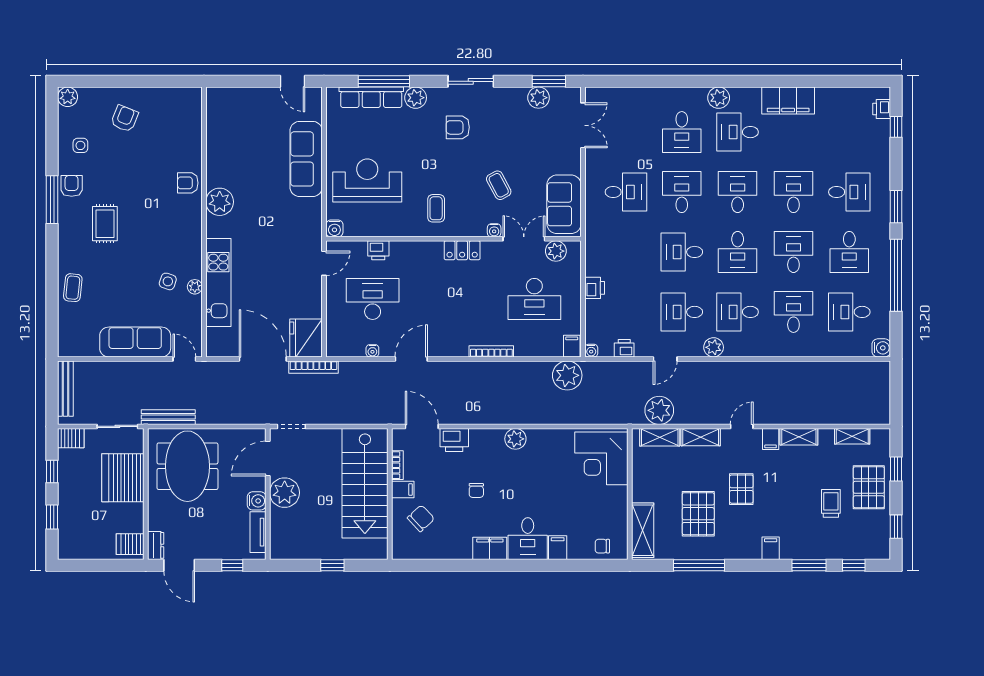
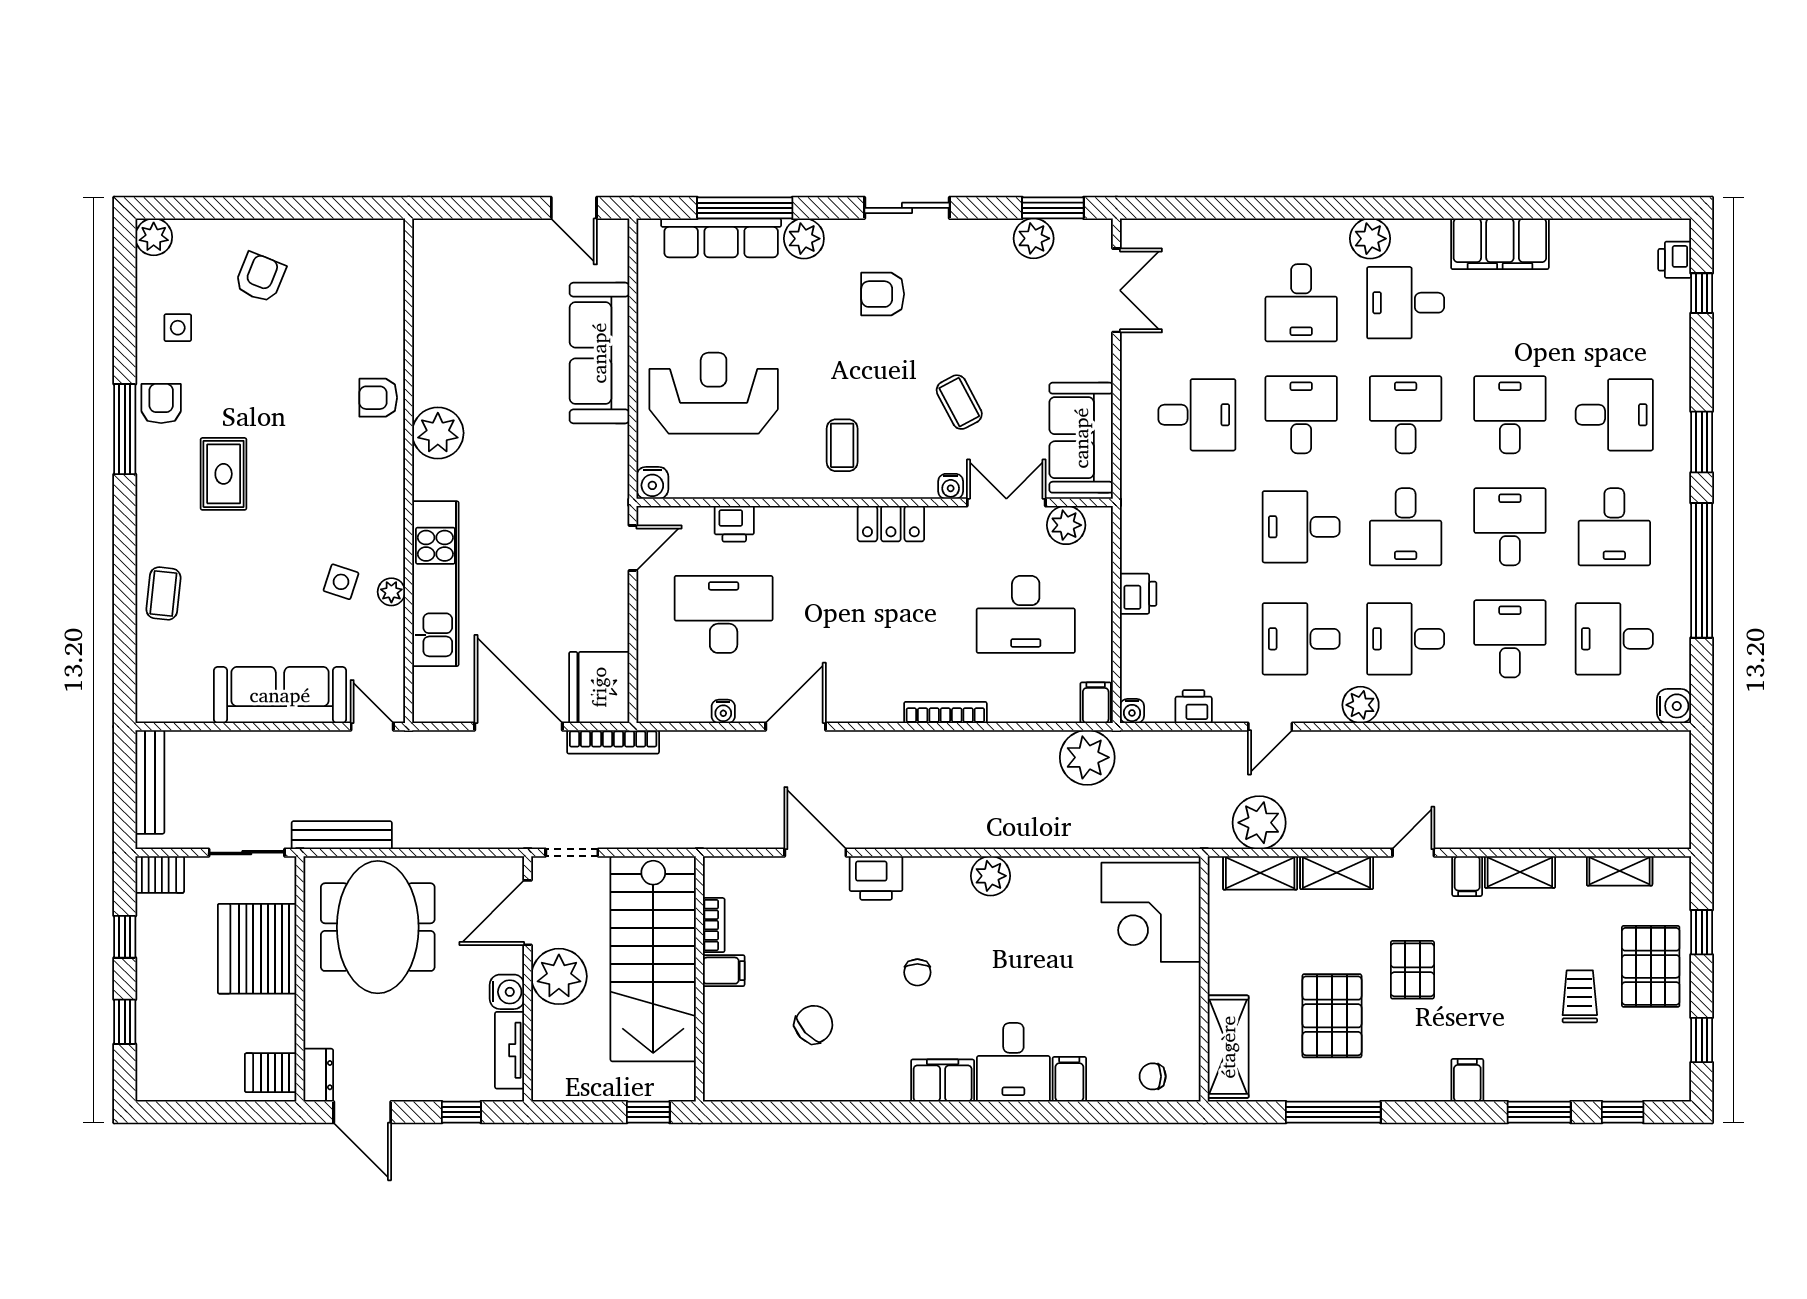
bookcase: (397, 465) -> (714, 925), moved
stairs: (365, 483) -> (653, 959), moved
filing cabinet: (403, 490) -> (724, 971), moved
wall: (390, 494) -> (699, 979), moved

